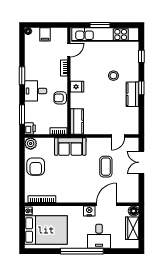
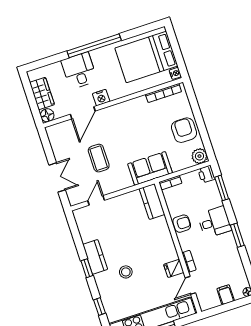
fridge: (77, 87) -> (174, 268), moved

